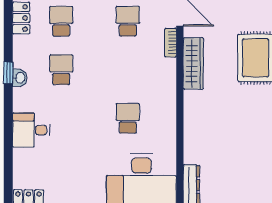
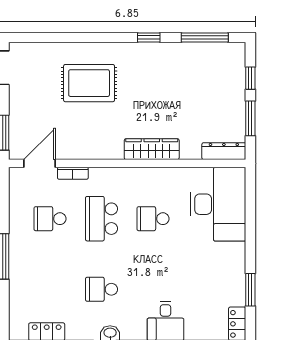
school desk: (61, 21) -> (101, 219), moved, width x1.85
wardrobe: (193, 63) -> (152, 149), moved

